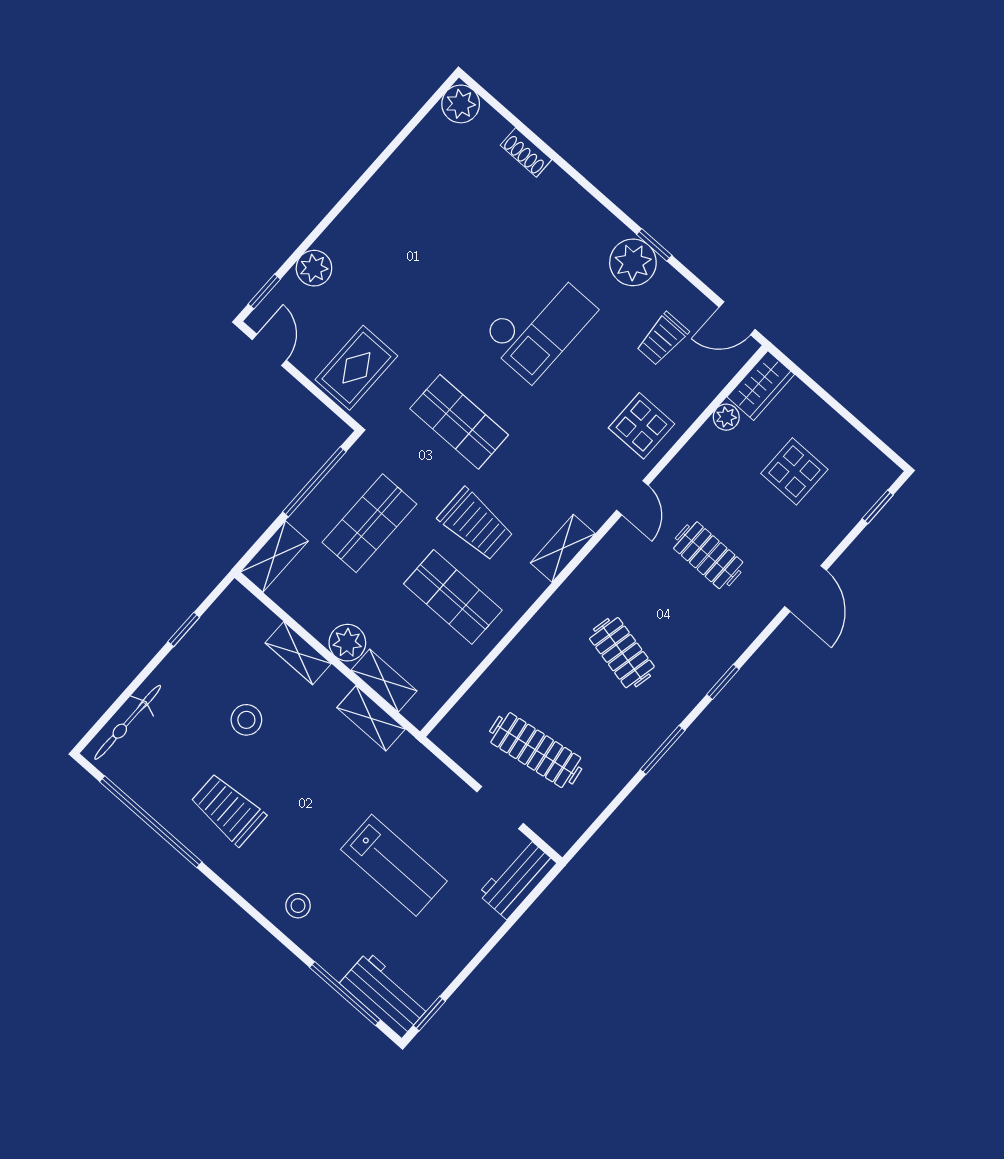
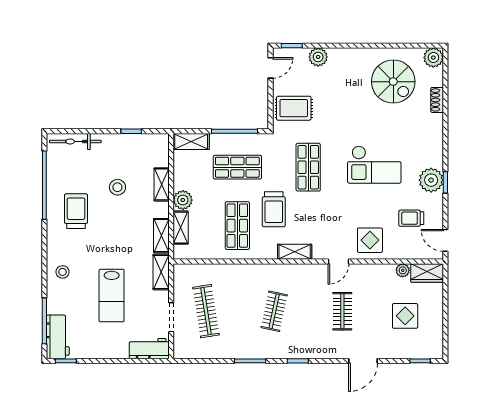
spiral stairs: (444, 192) -> (393, 82), added
shelving: (423, 765) -> (161, 272), added

